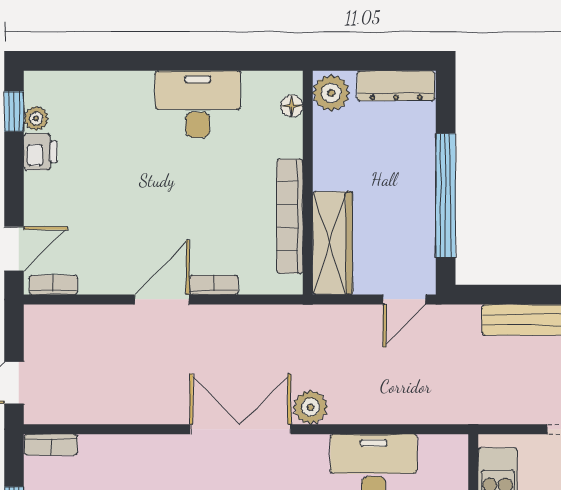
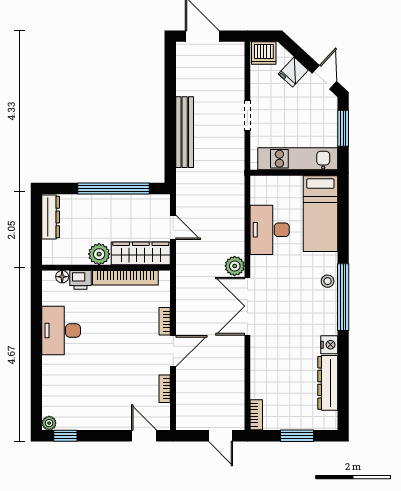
plant: (331, 93) -> (99, 254), moved
plant: (36, 118) -> (49, 423), moved
printer: (40, 152) -> (81, 280), moved, turned 180
bookcase: (53, 285) -> (165, 389), moved
door: (162, 299) -> (173, 351), swing flipped
door: (404, 299) -> (173, 227), moved

